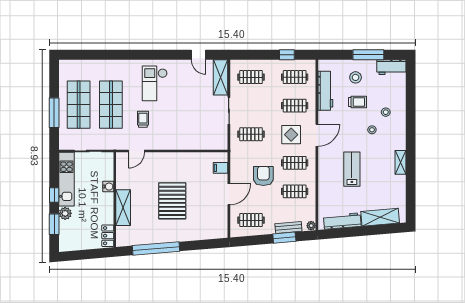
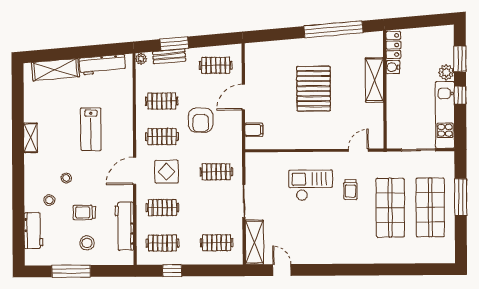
workbench: (391, 67) -> (34, 231), moved, turned 90
checkout: (155, 83) -> (311, 185), moved, turned -90
water cooler: (108, 187) -> (393, 67), moved

